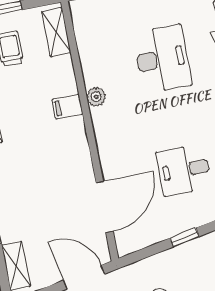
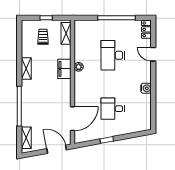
desk: (162, 59) -> (113, 55), turned 180
filing cabinet: (68, 107) -> (64, 69), width x2.00

